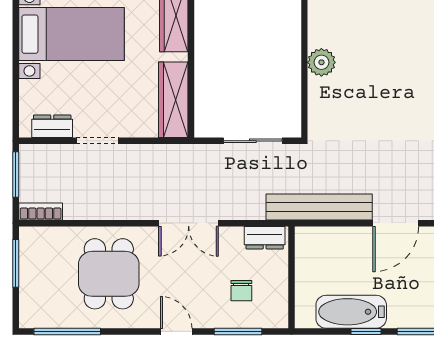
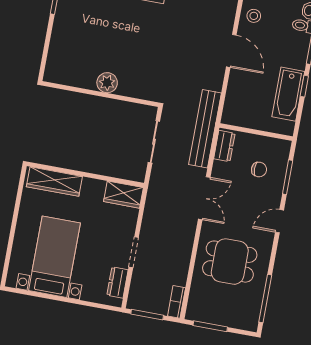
wardrobe: (173, 100) -> (123, 195), width x0.67
bench: (319, 207) -> (205, 129), moved

